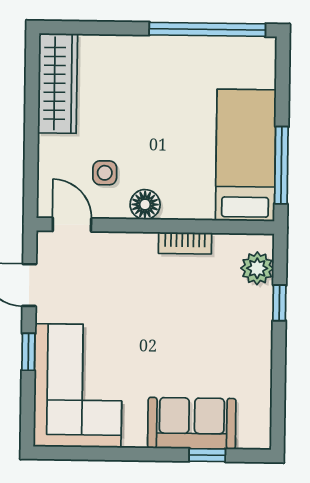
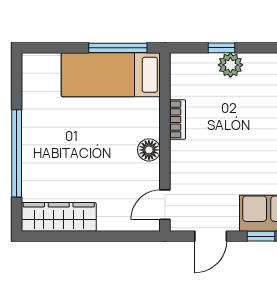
window: (207, 29) -> (17, 153), moved
side table: (105, 173) -> (126, 181), removed
plant: (257, 268) -> (230, 65), moved

